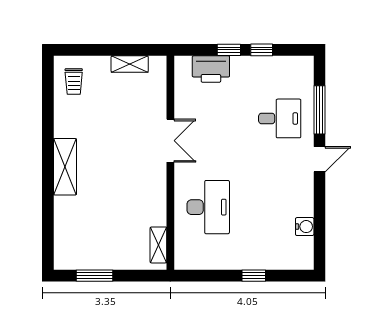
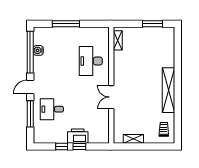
printer: (211, 69) -> (78, 136), moved
shelving: (65, 167) -> (169, 90), width x1.47
window: (319, 223) -> (30, 52), added
window: (254, 276) -> (66, 24), width x2.17

